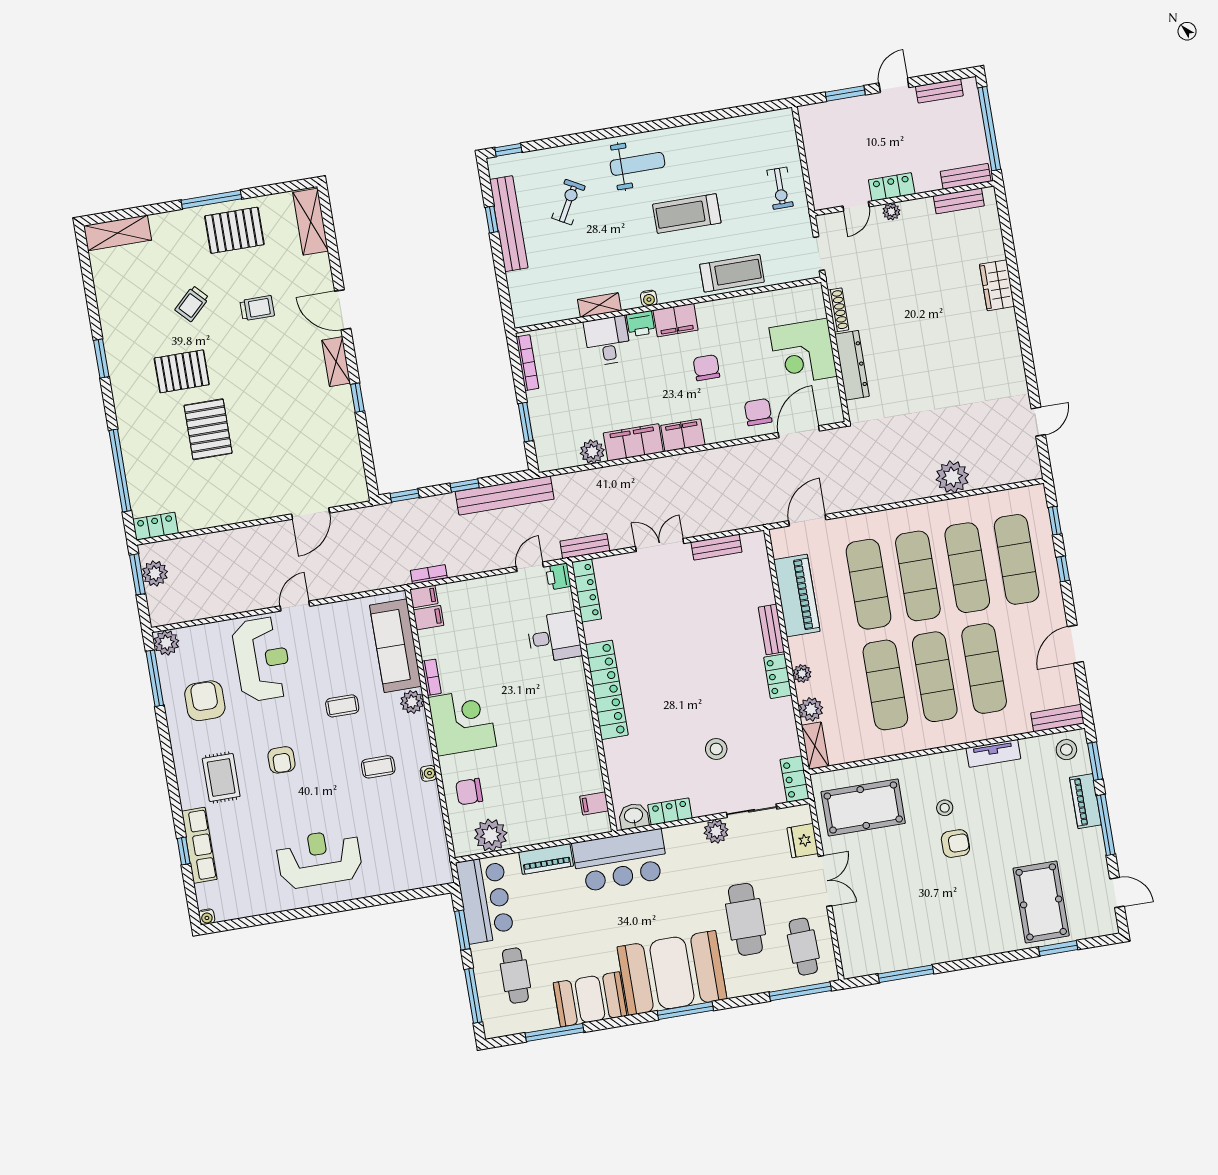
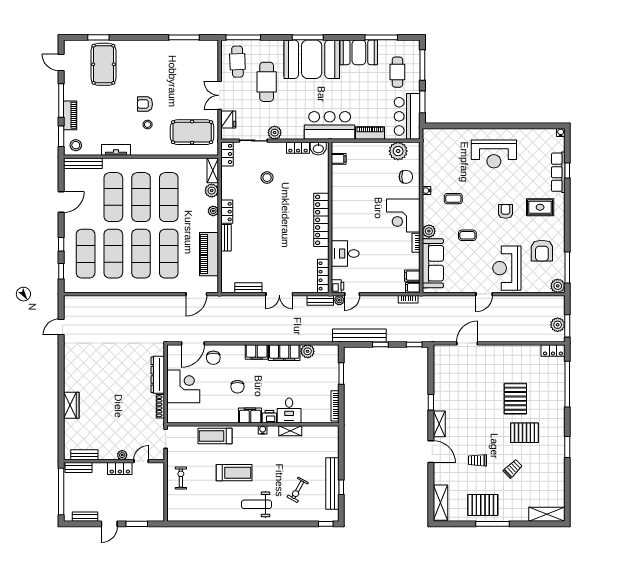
plant: (952, 477) -> (339, 300), moved, width x0.53, depth x0.53
bench: (1057, 718) -> (83, 163), width x1.36
rug: (221, 777) -> (540, 207), turned 90

